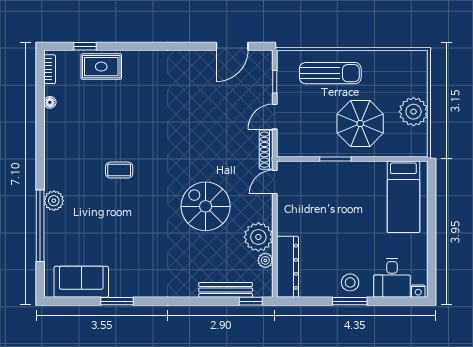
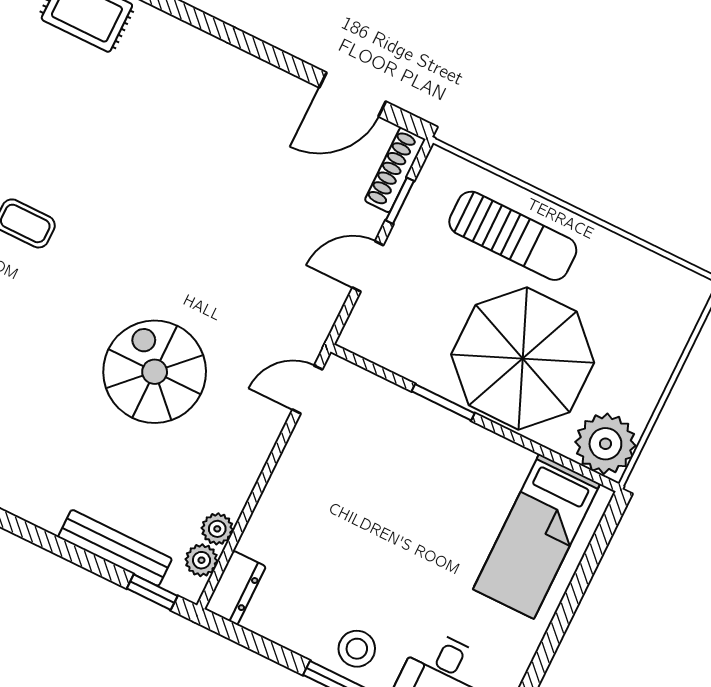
plant: (414, 112) -> (605, 444), moved
parasol: (360, 124) -> (523, 358), width x1.36, depth x1.36
shoe rack: (266, 150) -> (395, 170), moved
plant: (258, 237) -> (201, 560), moved, width x0.53, depth x0.53
dresser: (287, 267) -> (235, 588), width x0.51, depth x0.80

